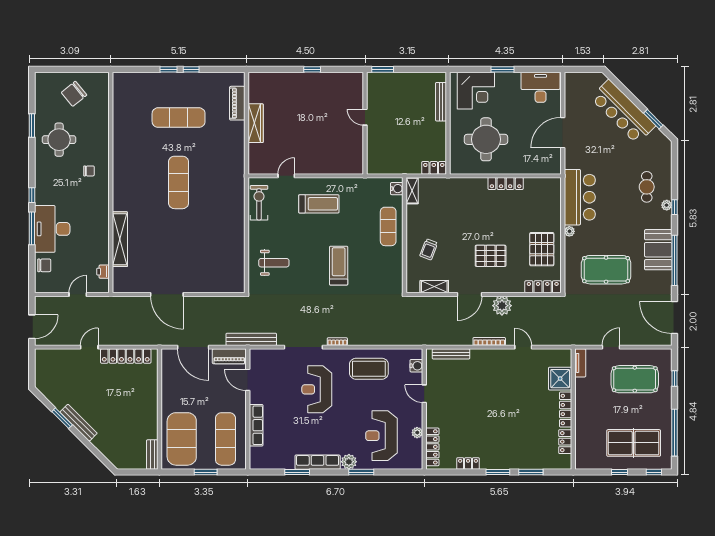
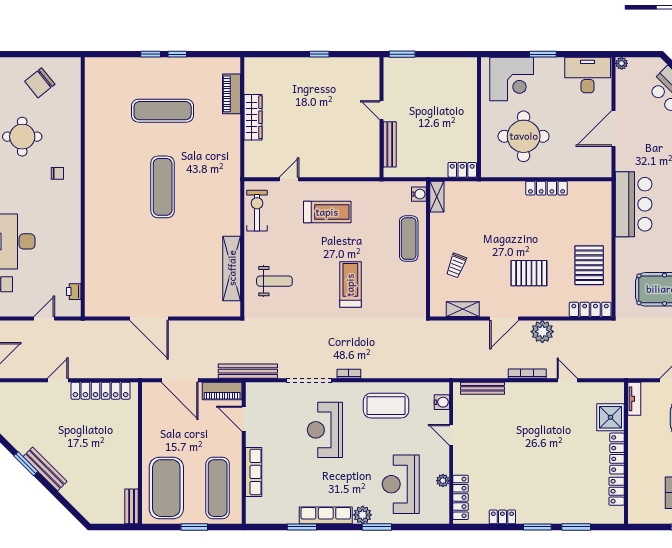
bench: (441, 102) -> (390, 144), moved
plant: (569, 231) -> (622, 63), moved
shelving: (120, 239) -> (232, 268), moved

